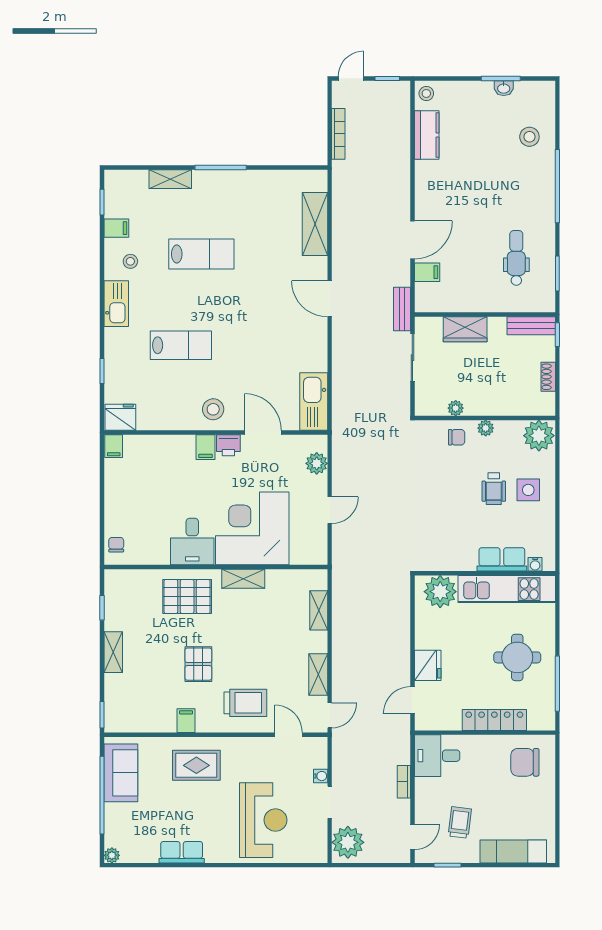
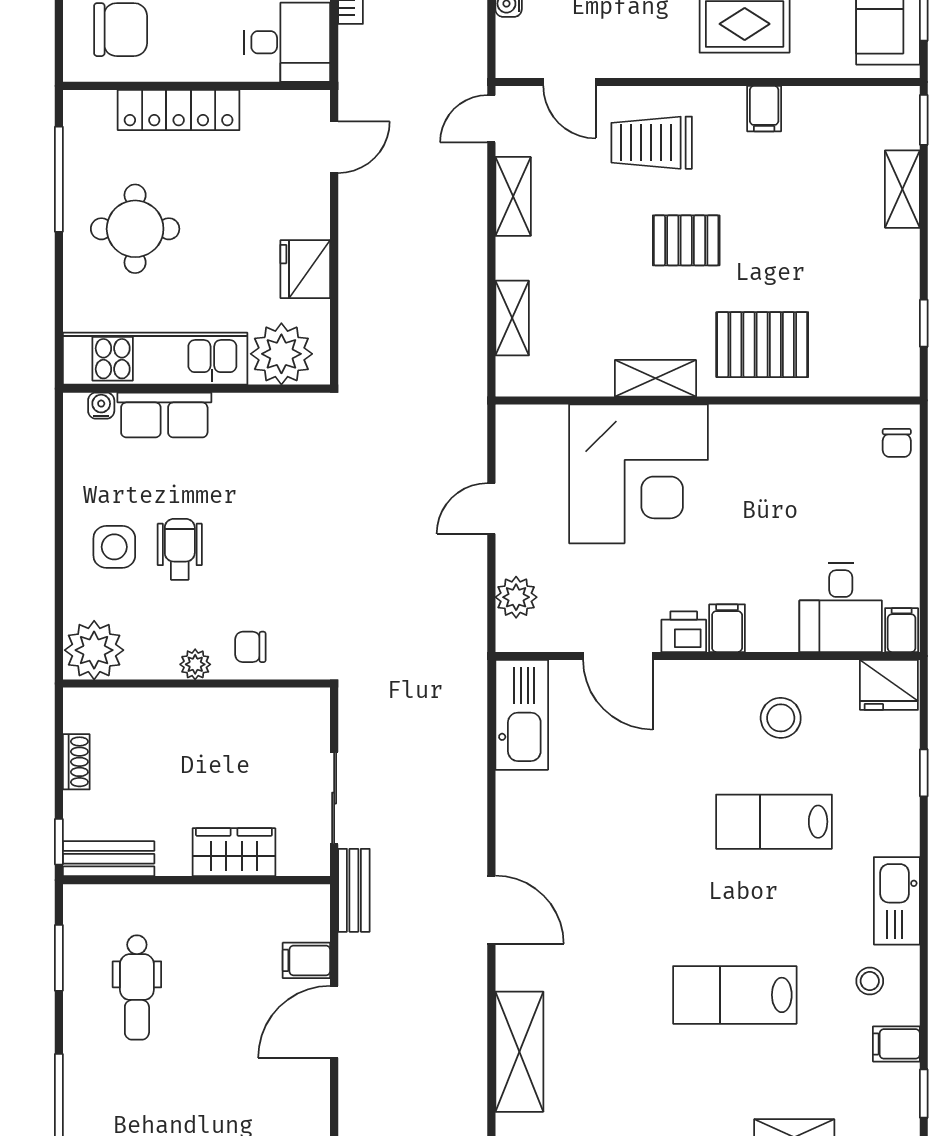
plant: (456, 408) -> (252, 702), removed
stool: (213, 409) -> (781, 718), moved
desk: (192, 542) -> (841, 608), moved, turned 180
shelving: (113, 652) -> (902, 189), moved
pallet: (198, 664) -> (686, 240), moved, turned 90
fridge: (428, 665) -> (305, 269), moved

